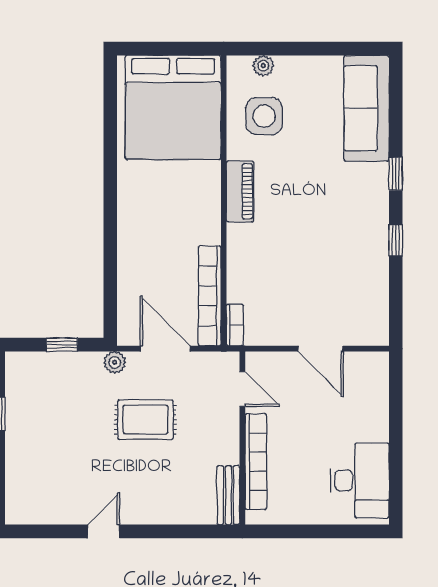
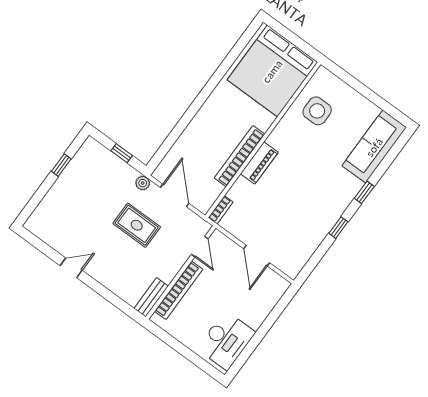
plant: (263, 66) -> (336, 84), removed
piano: (240, 191) -> (259, 163), moved
bookcase: (210, 296) -> (240, 156), moved

